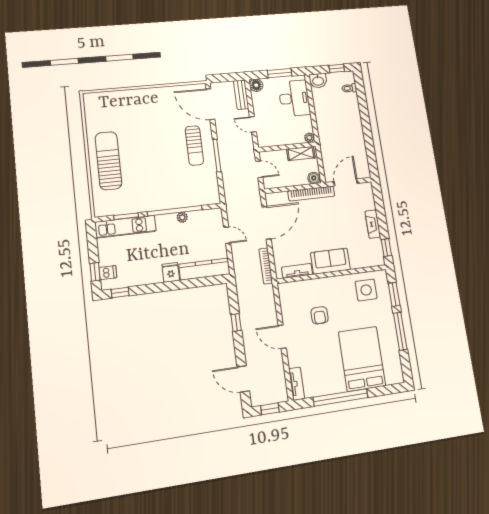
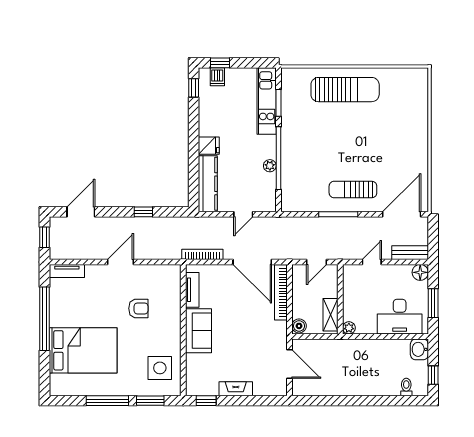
bookcase: (311, 193) -> (281, 292), moved
armchair: (320, 315) -> (138, 308), turned 180

